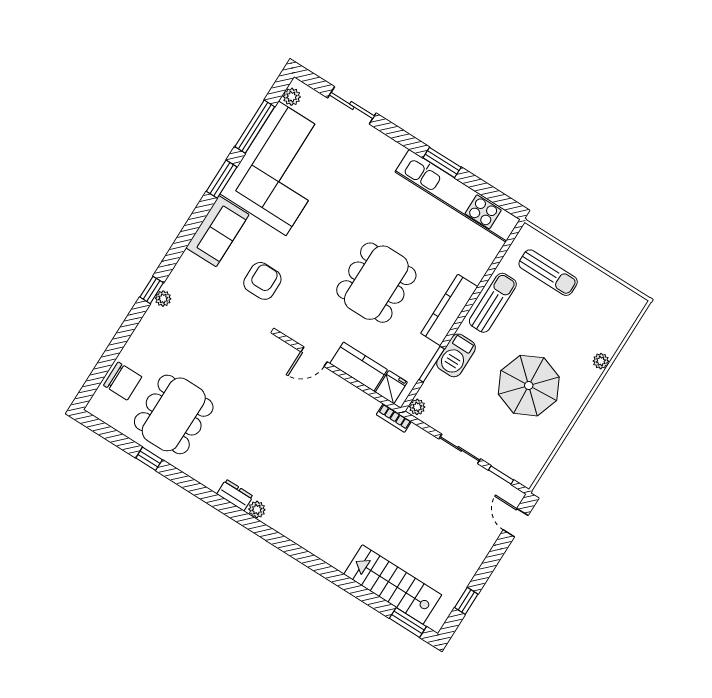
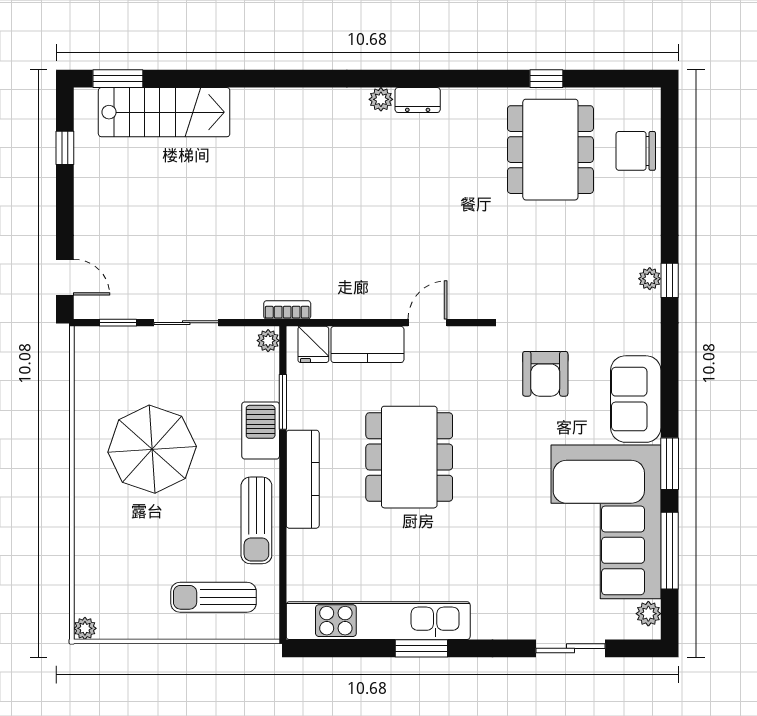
plant: (601, 361) -> (85, 628), moved

